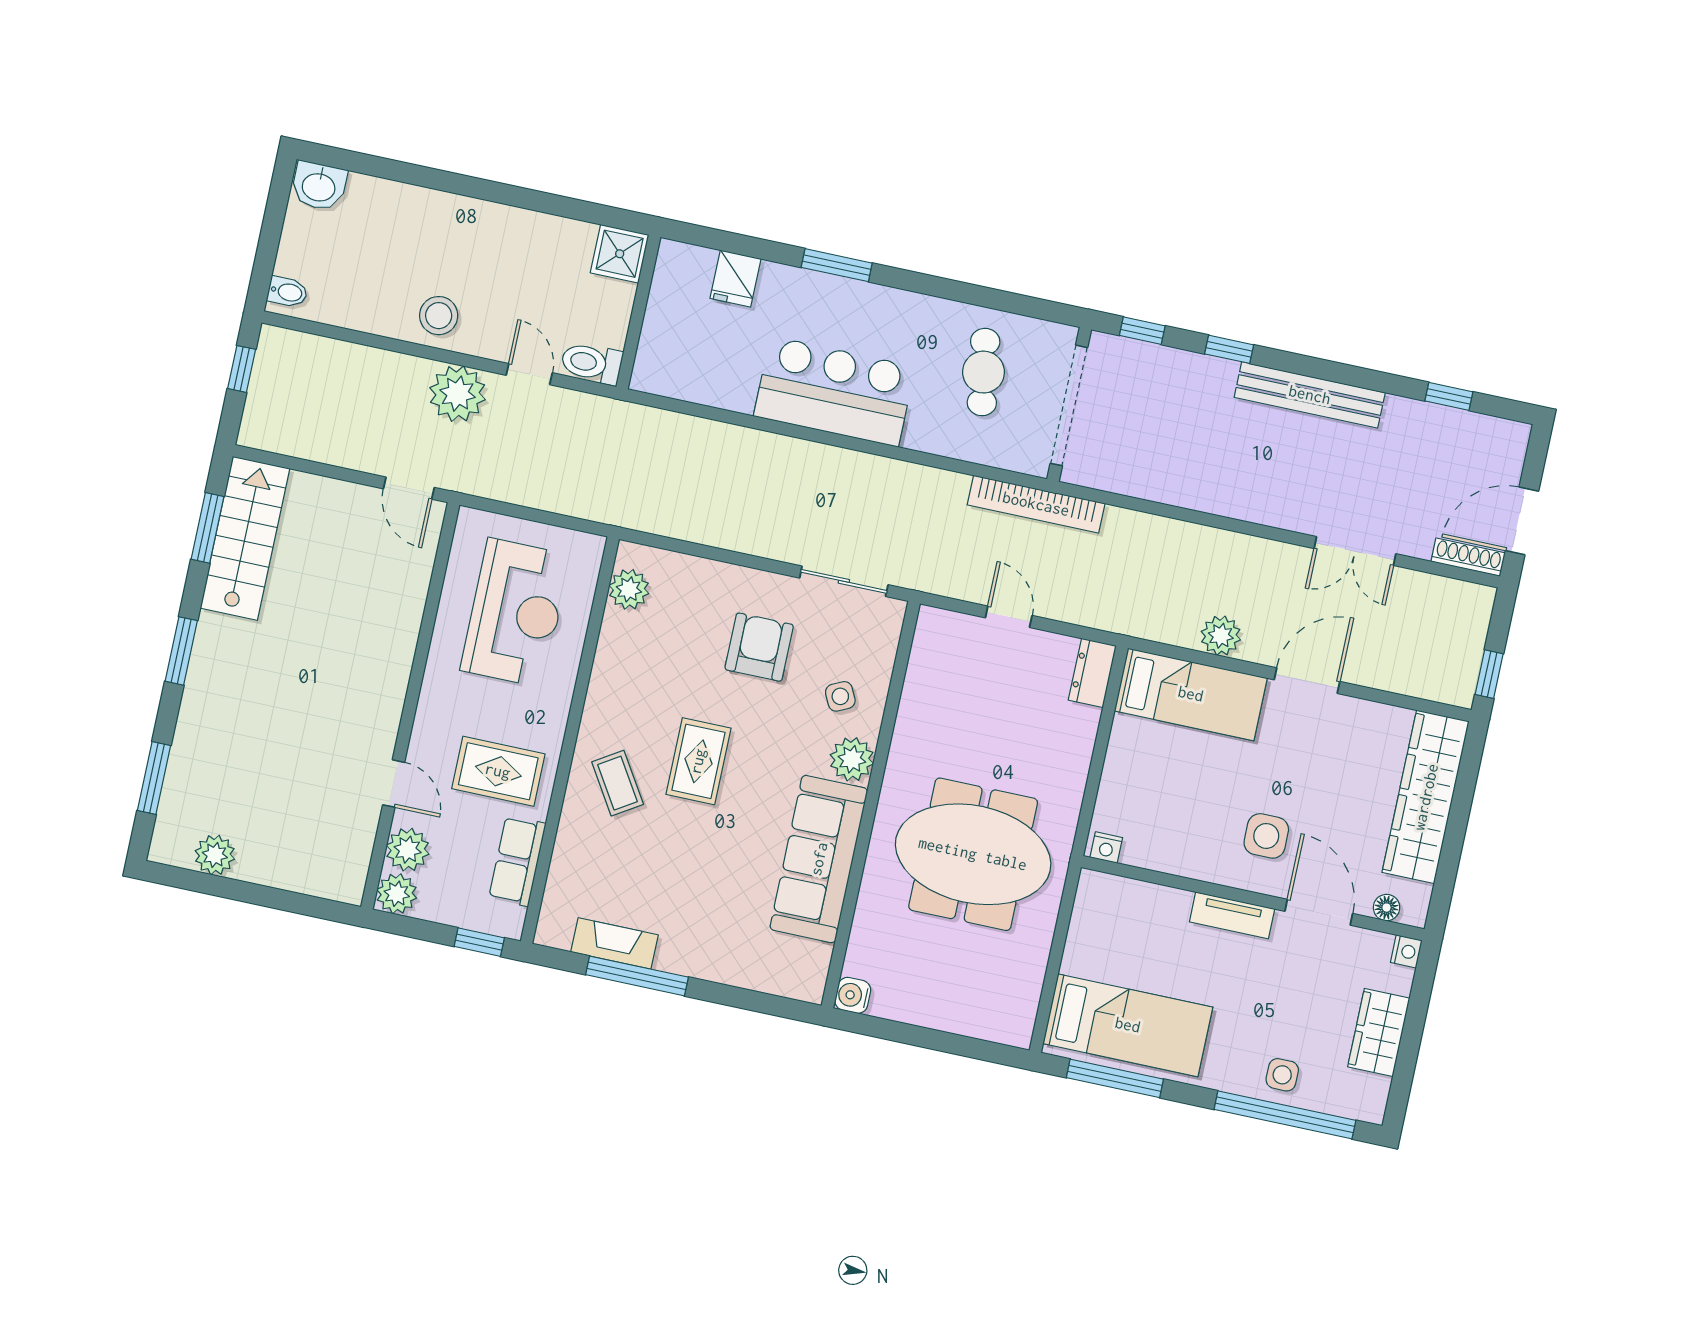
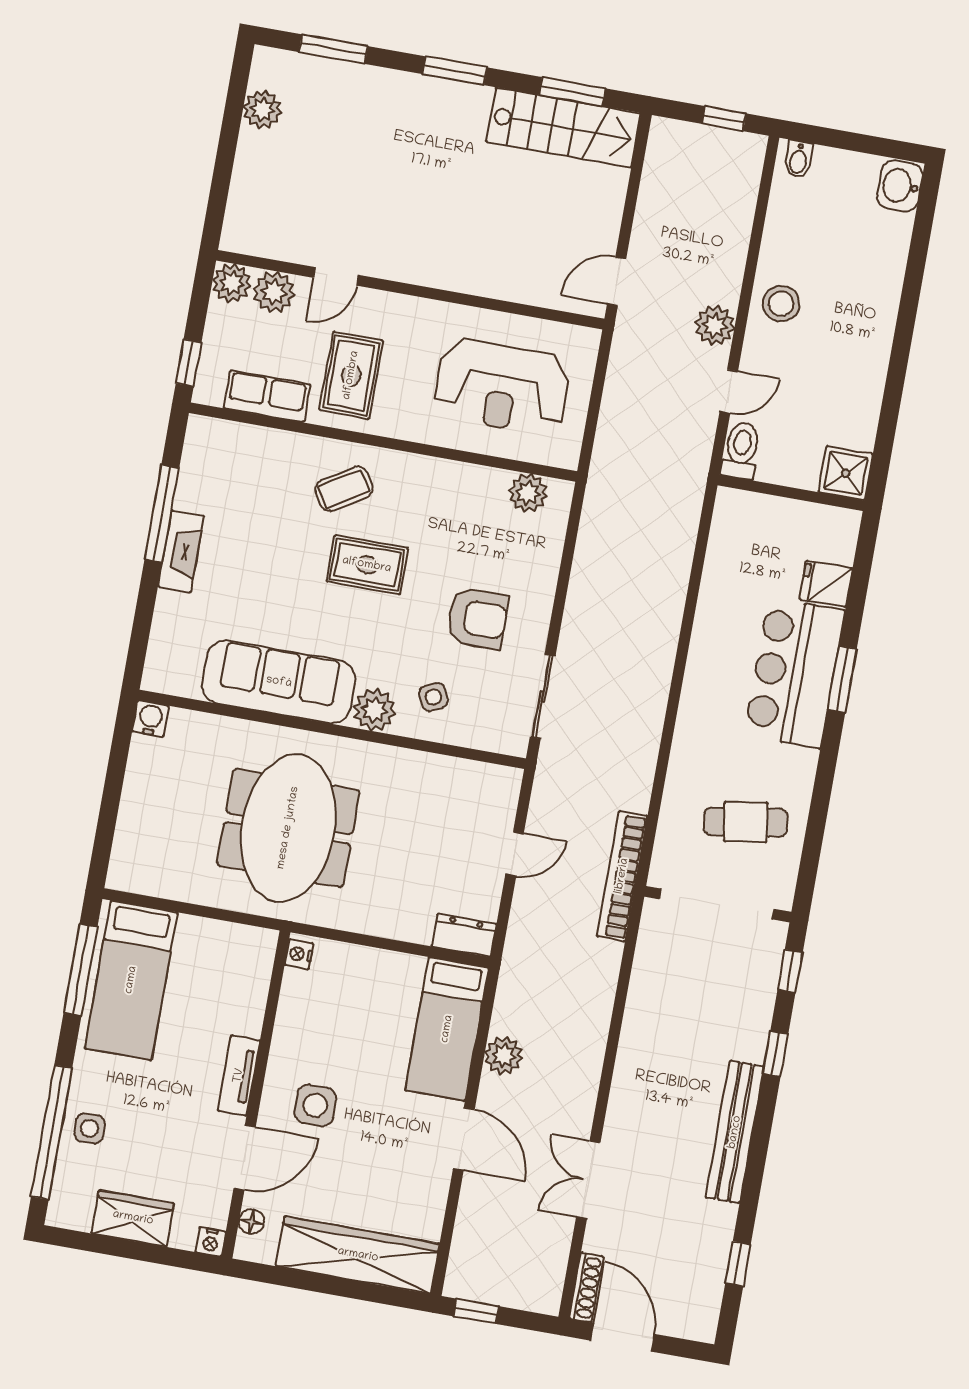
bar counter: (834, 392) -> (794, 673), moved, turned 180
plant: (458, 394) -> (715, 325), width x0.73, depth x0.73
fireplace: (615, 943) -> (181, 551), moved

